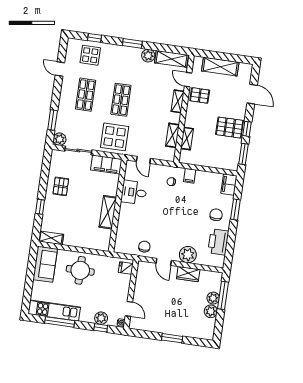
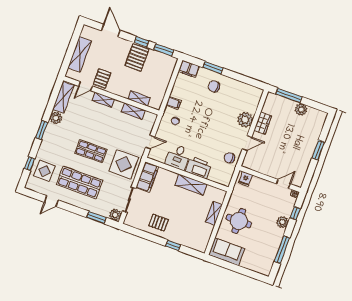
door: (252, 94) -> (111, 31), hinge flipped
shop shelf: (86, 95) -> (80, 183), width x1.43, depth x1.36
shelving: (51, 238) -> (214, 213), moved
printer: (218, 242) -> (198, 168), moved, turned 180
plant: (213, 298) -> (289, 105), removed
kitchen unit: (54, 311) -> (271, 252), removed
plant: (101, 318) -> (282, 222), moved

